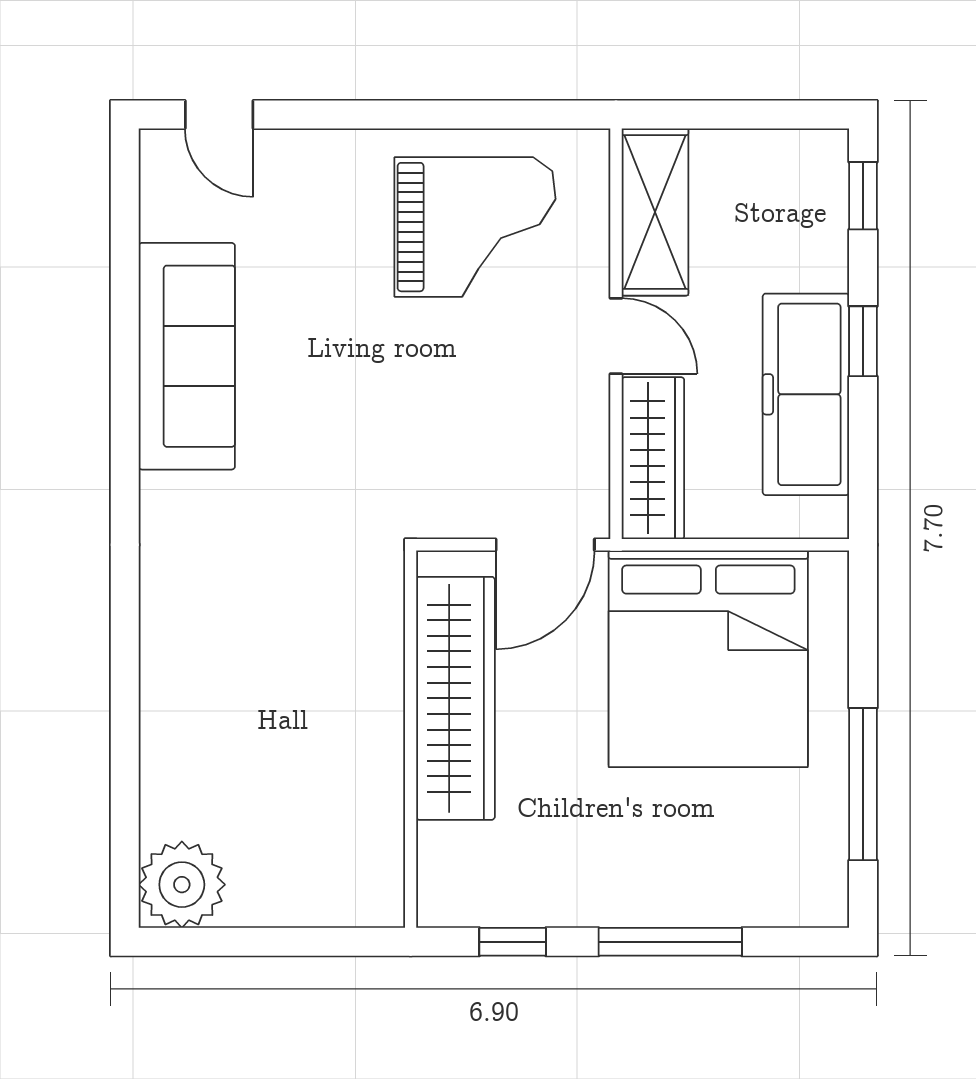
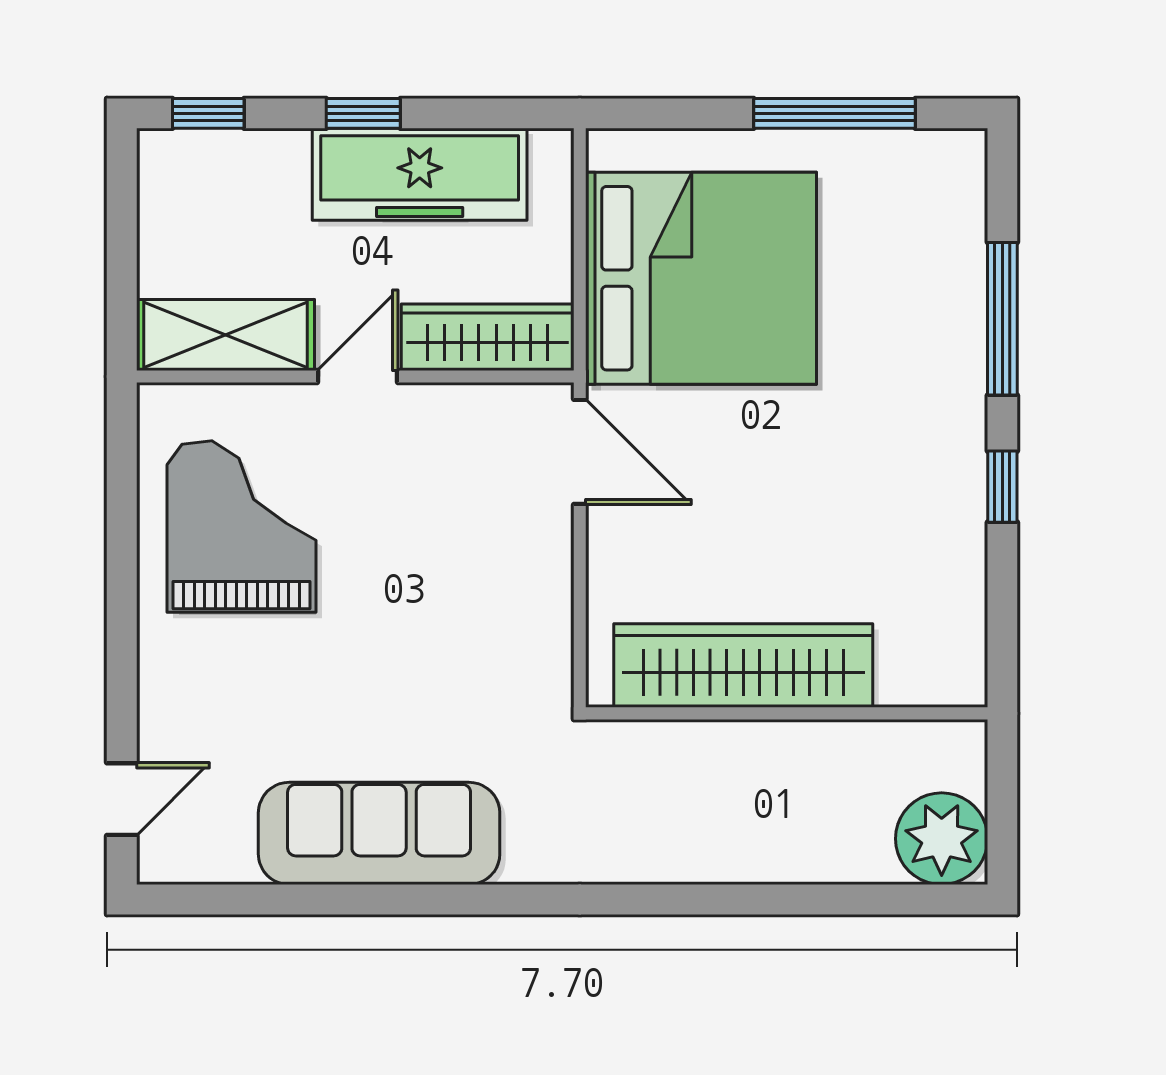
wardrobe: (456, 698) -> (743, 666), moved
wall: (411, 739) -> (787, 713), moved

